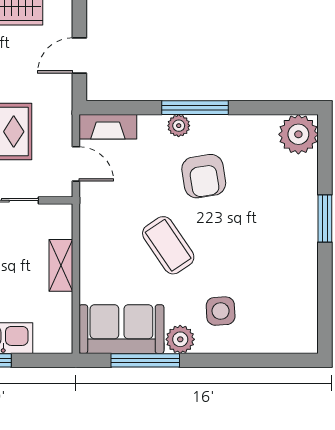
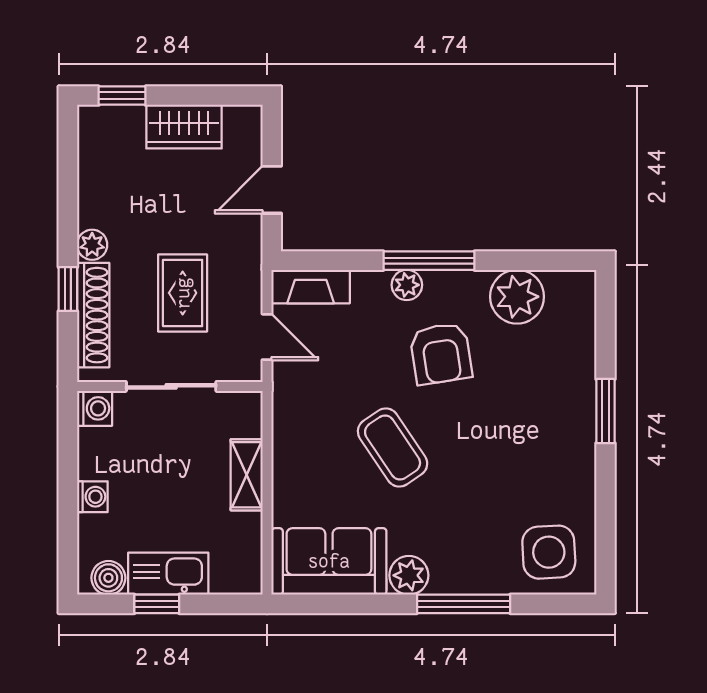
plant: (298, 134) -> (517, 297), moved
side table: (221, 311) -> (549, 552), moved, width x1.37, depth x1.37
window: (145, 360) -> (464, 604), moved

